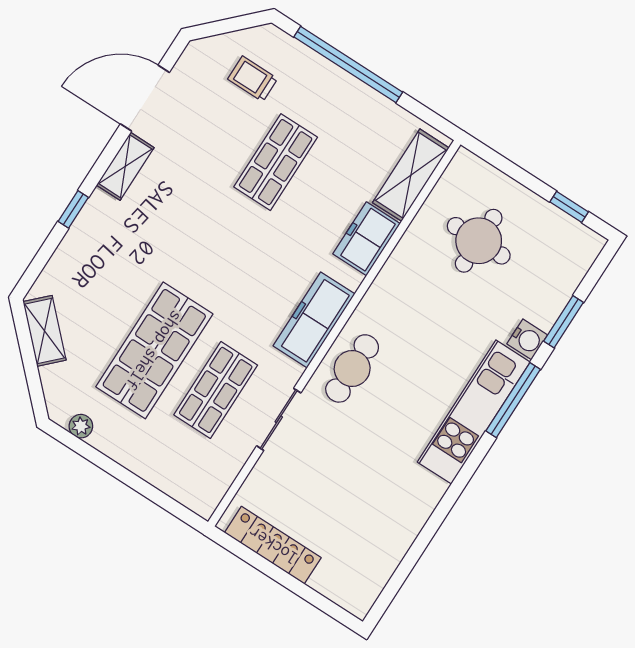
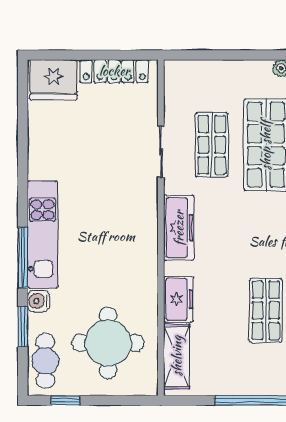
round table: (479, 241) -> (108, 343), width x1.36, depth x1.36
cafe table: (352, 368) -> (45, 361), moved
fridge: (348, 580) -> (53, 80), added

